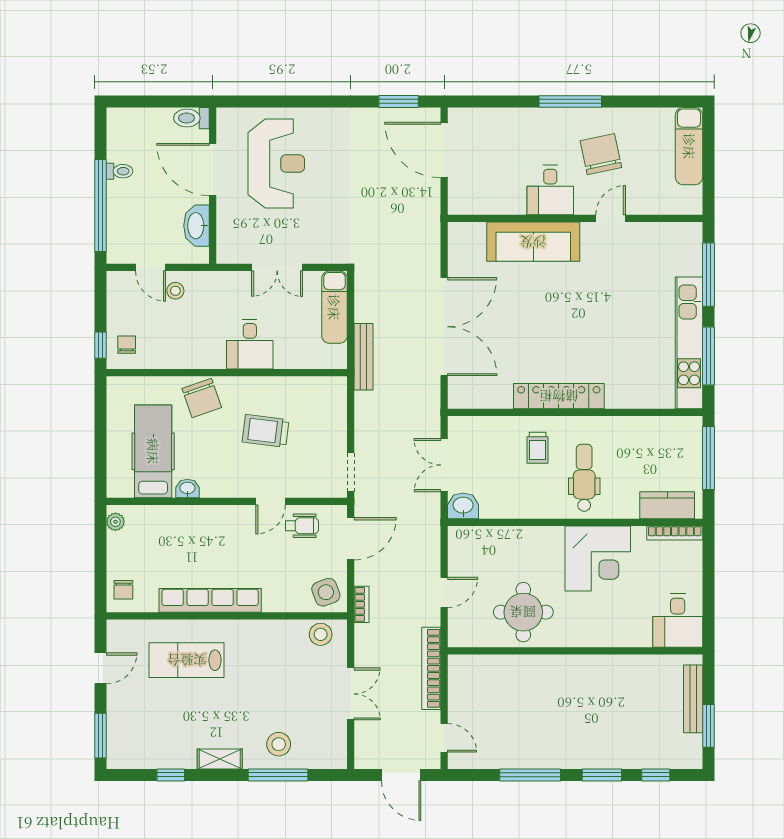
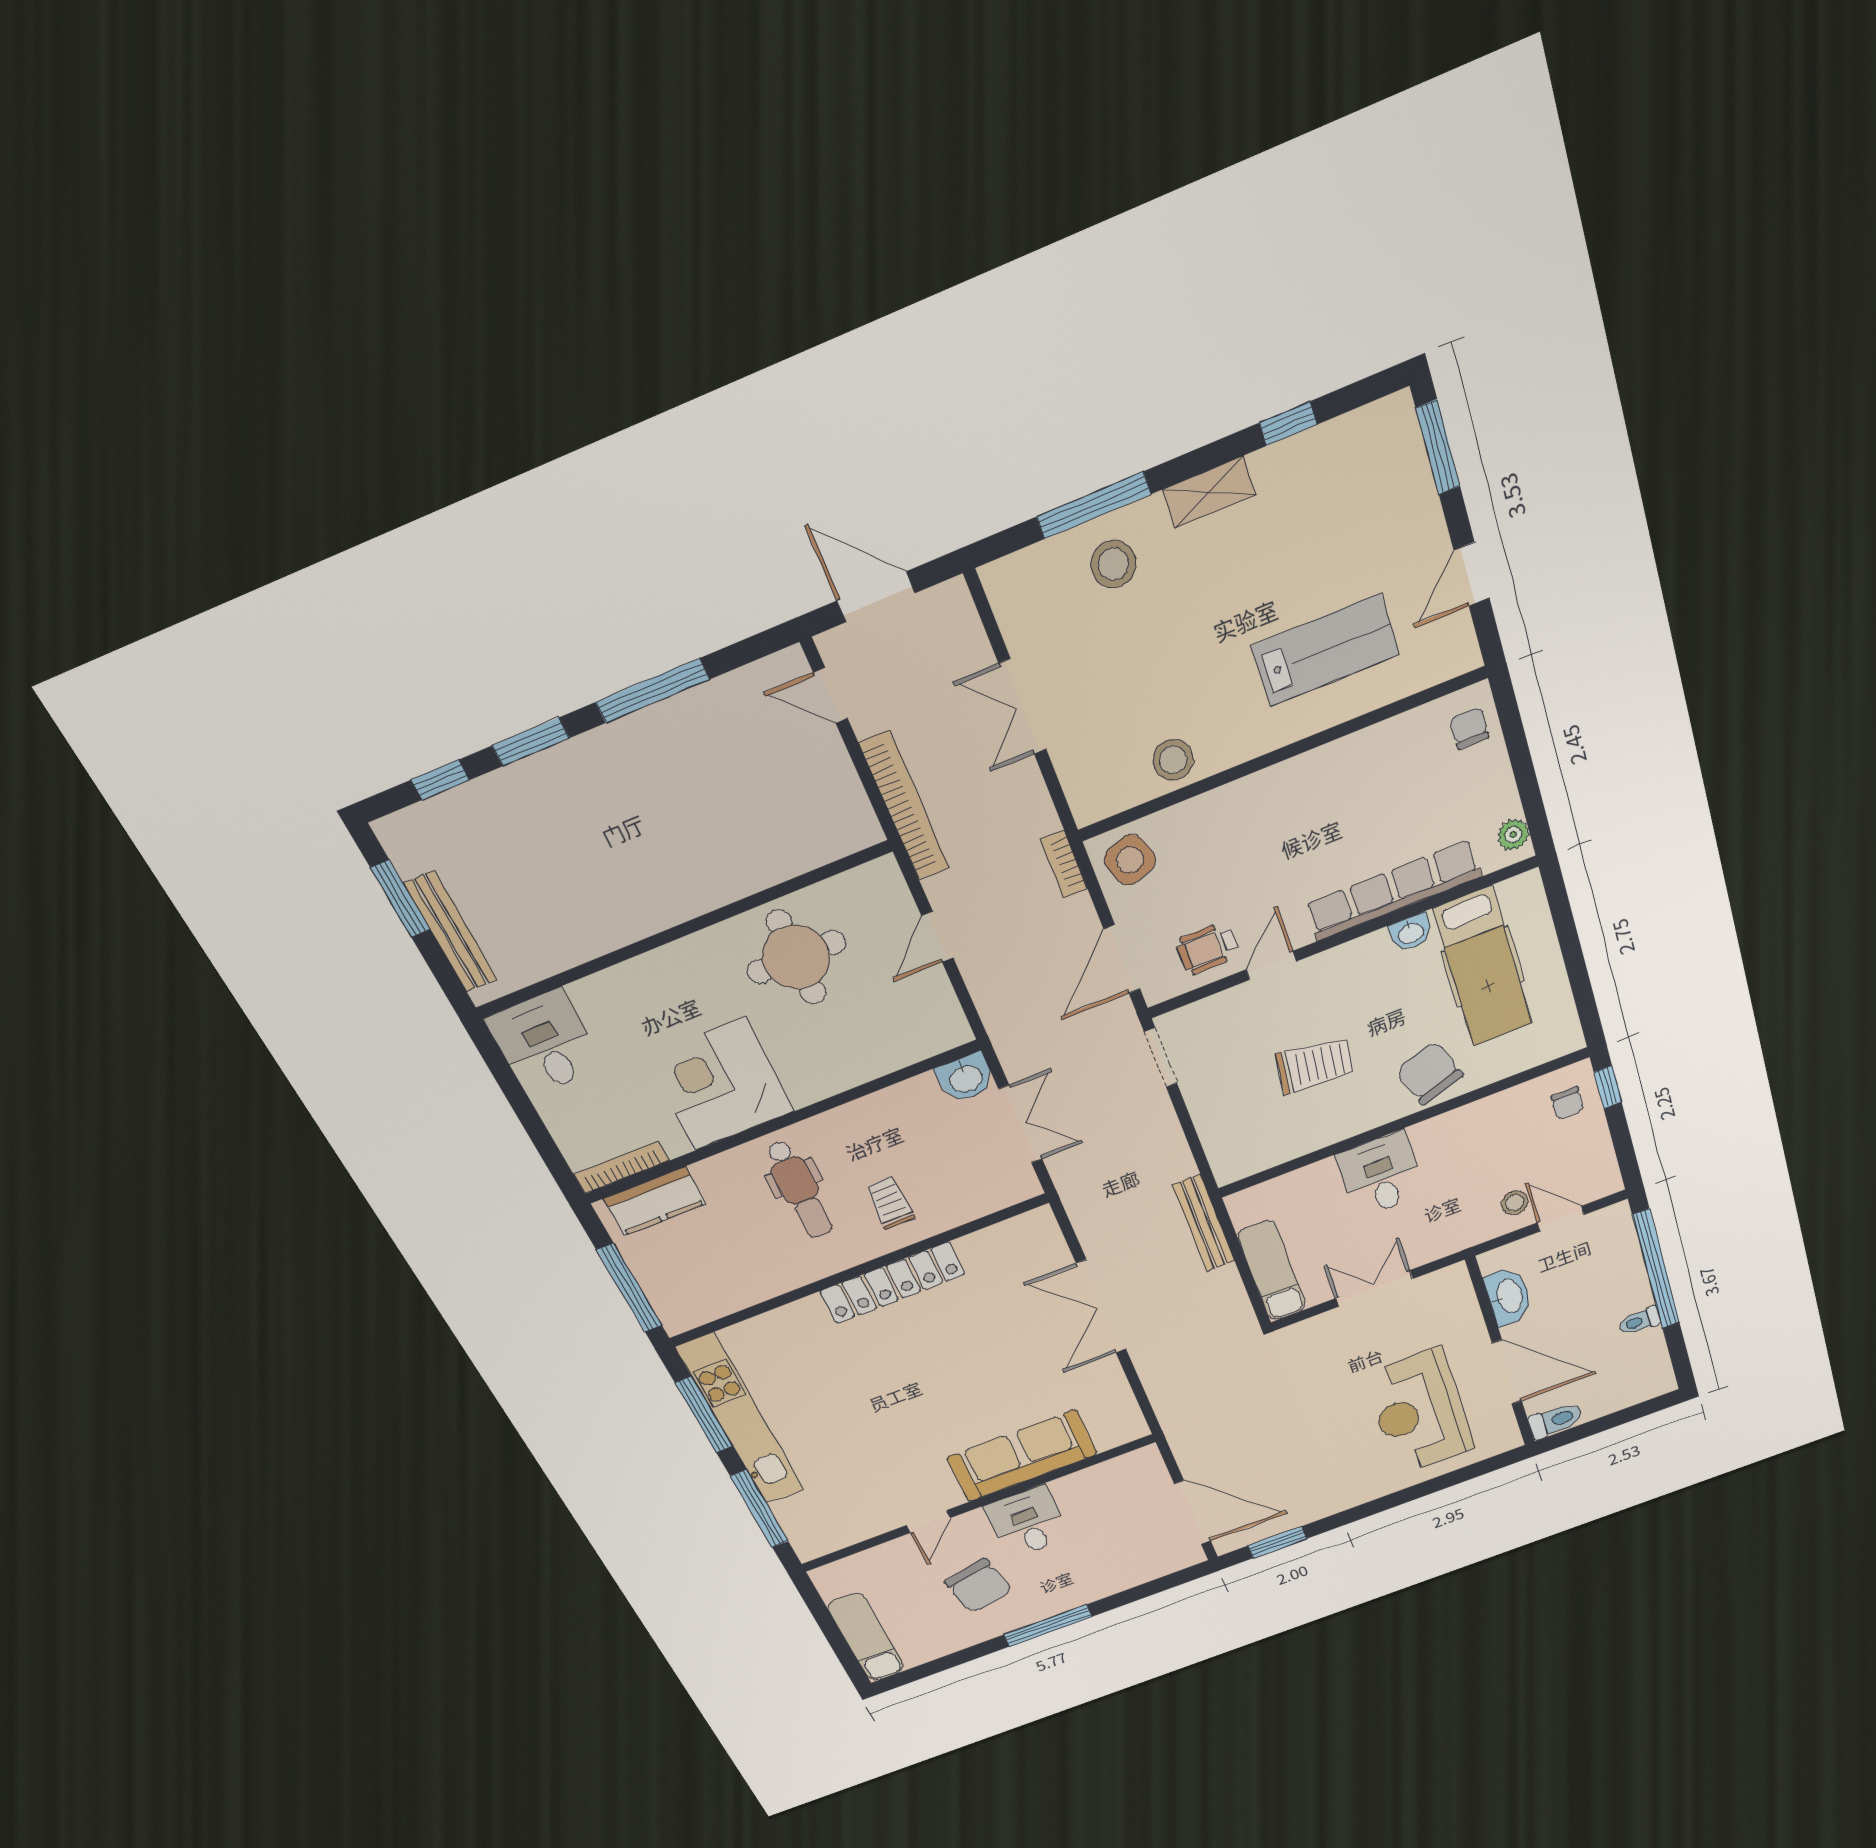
double door: (444, 327) -> (1101, 1307), width x0.73
row of seats: (210, 600) -> (1393, 890), moved, turned 180
stool: (321, 634) -> (1173, 760), moved

